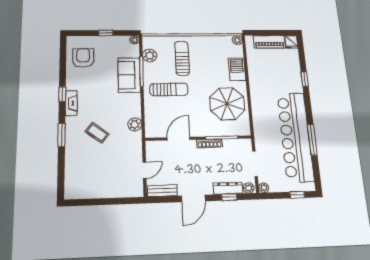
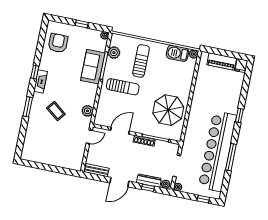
barbecue: (237, 69) -> (178, 53), moved, turned -90
window: (305, 79) -> (239, 115), moved
door: (144, 170) -> (89, 137), moved

